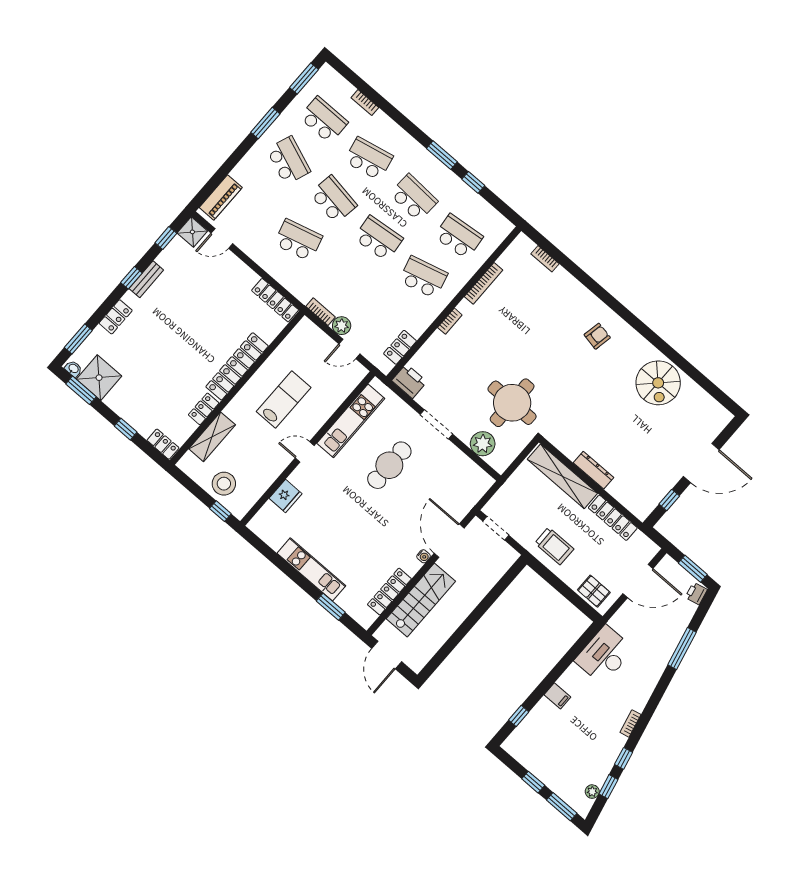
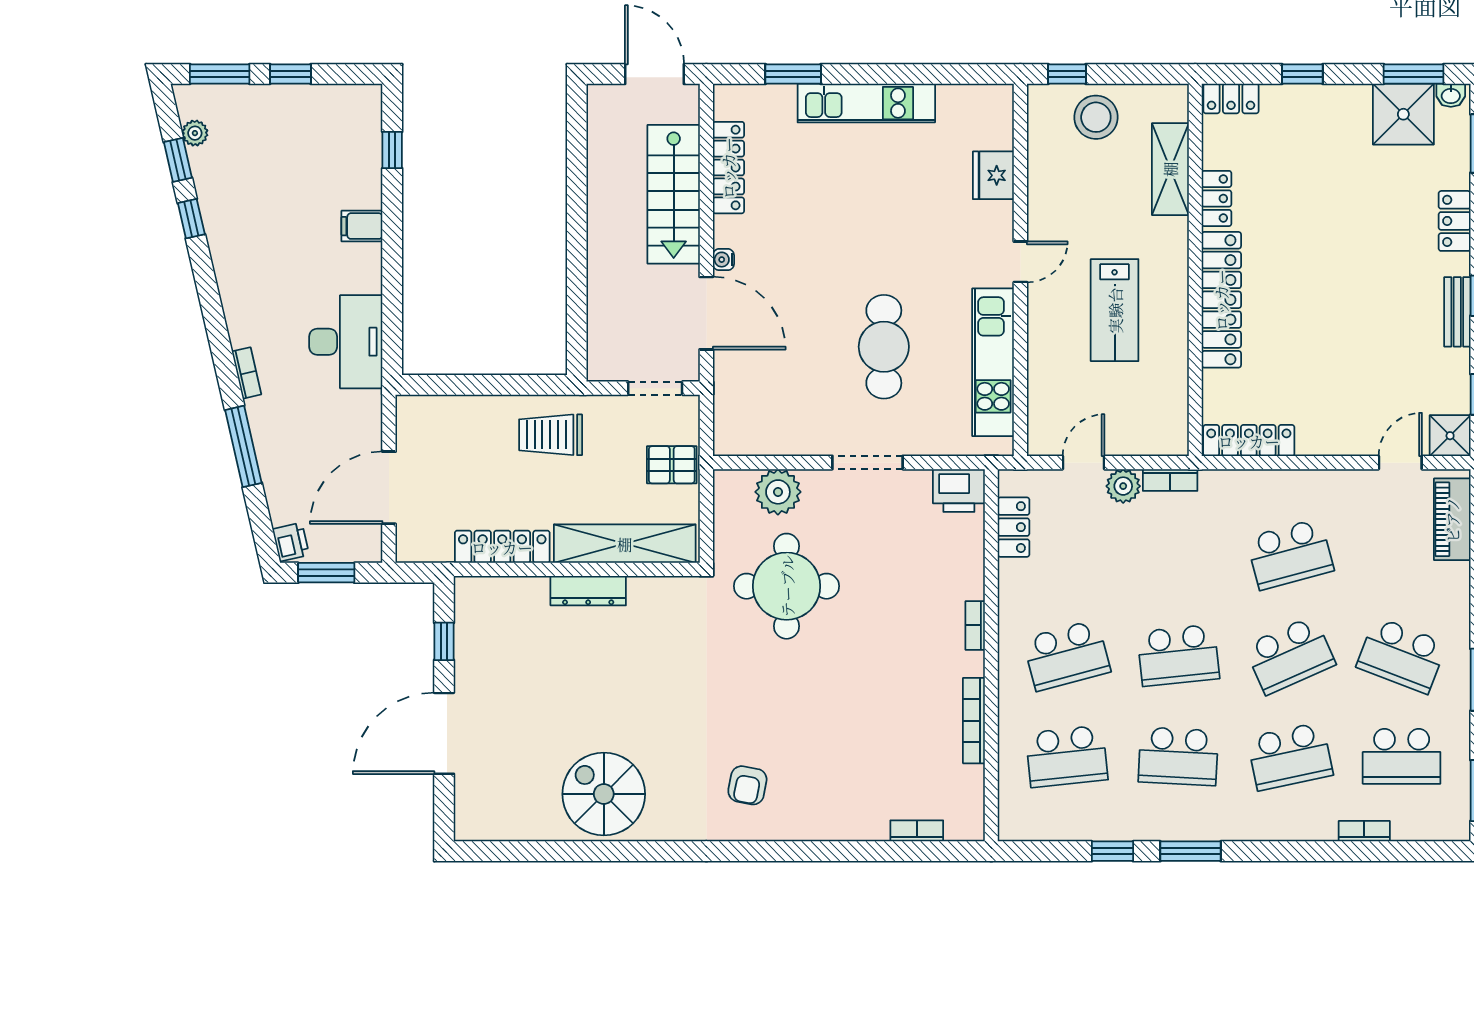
school desk: (333, 199) -> (1290, 655), turned -33
pallet: (594, 591) -> (672, 465), moved
bookcase: (630, 723) -> (246, 373), moved

